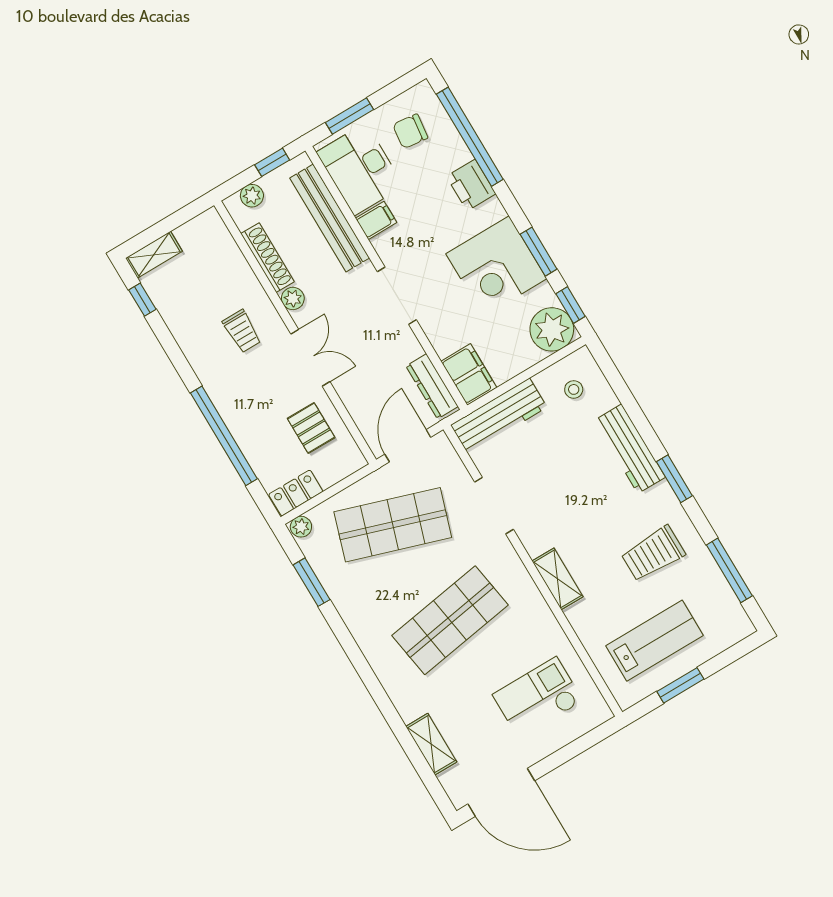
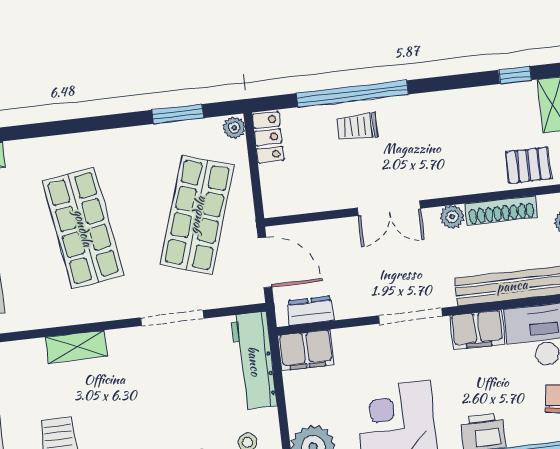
filing cabinet: (376, 220) -> (477, 330), width x2.00
trolley: (242, 331) -> (357, 127), moved
dresser: (432, 386) -> (311, 311), width x0.70
pallet: (311, 428) -> (528, 165), moved

